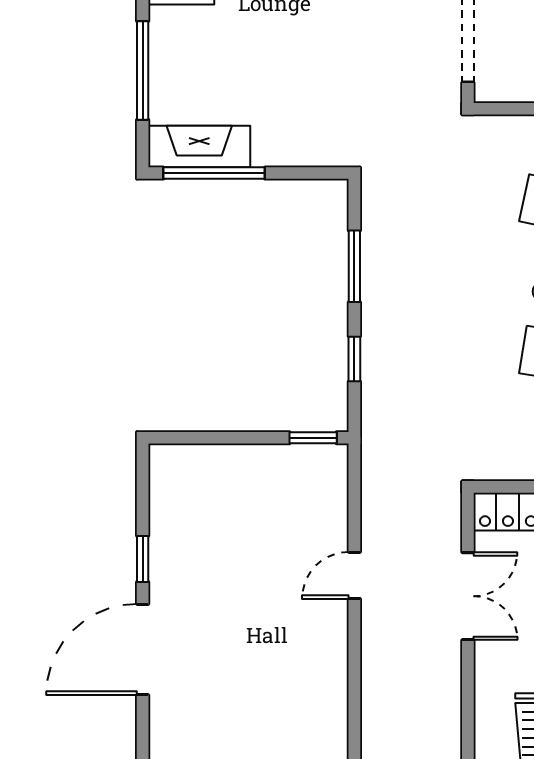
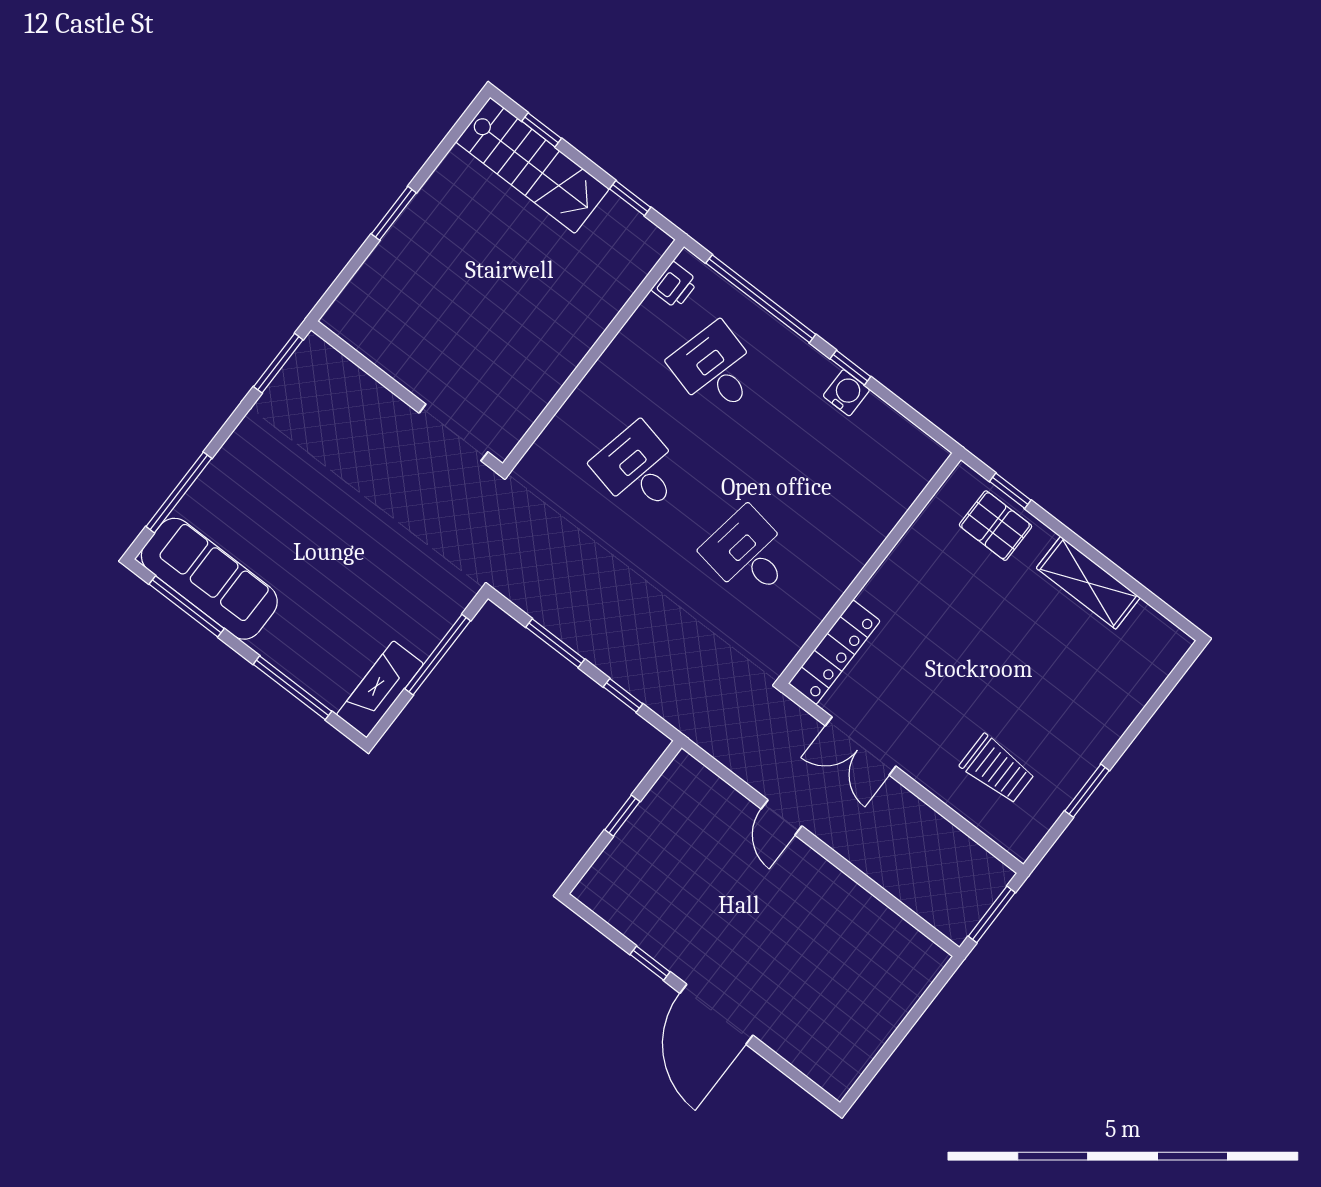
window: (214, 173) -> (438, 655), moved
window: (313, 438) -> (622, 816), moved
double door: (468, 596) -> (861, 746), swing flipped

